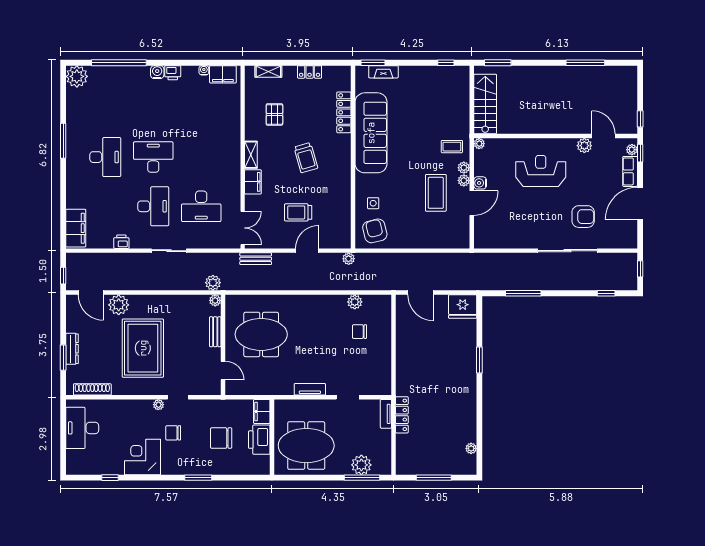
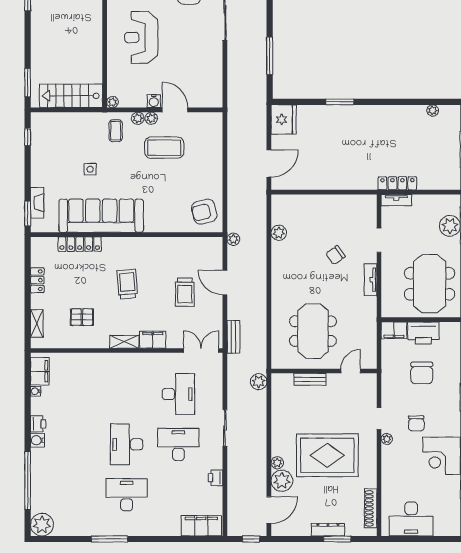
trolley: (306, 158) -> (127, 284), turned -78
side table: (373, 203) -> (90, 169), moved
plant: (215, 300) -> (277, 463), moved
chair: (359, 332) -> (335, 255), moved, turned 55

